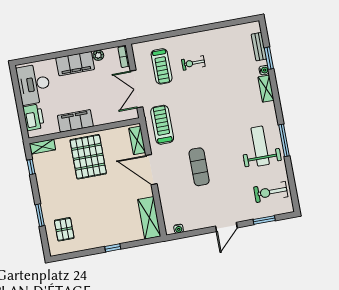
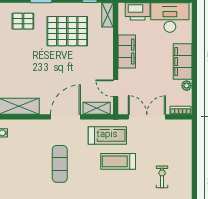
treadmill: (162, 66) -> (118, 161), moved
door: (114, 125) -> (116, 88), added
pallet: (88, 157) -> (67, 31), moved
exercise mat: (199, 167) -> (60, 164), turned 90

